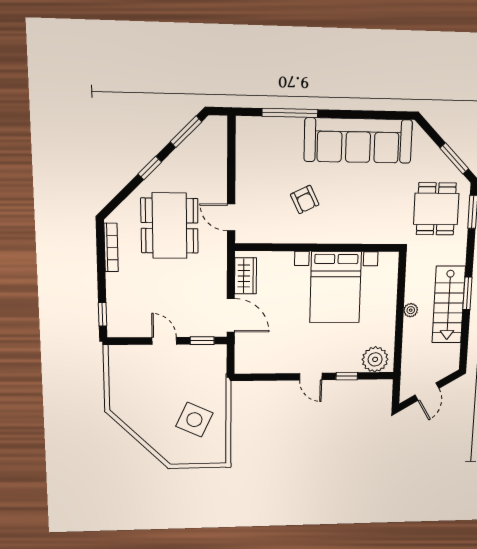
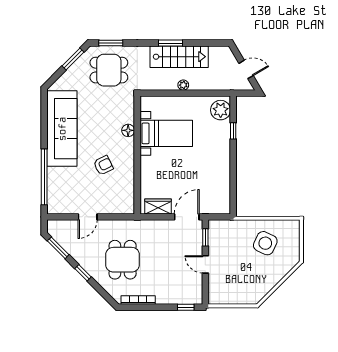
window: (290, 113) -> (44, 177), width x1.46
door: (231, 217) -> (88, 217), moved
dining table: (170, 226) -> (123, 260), width x0.73
floor lamp: (352, 235) -> (128, 130), added
bed with nightstands: (336, 287) -> (166, 133), width x0.73
door: (164, 341) -> (205, 264), hinge flipped
door: (311, 377) -> (233, 158), removed

